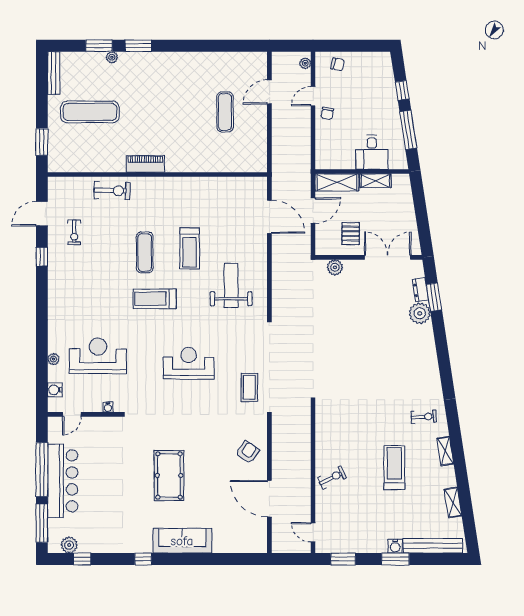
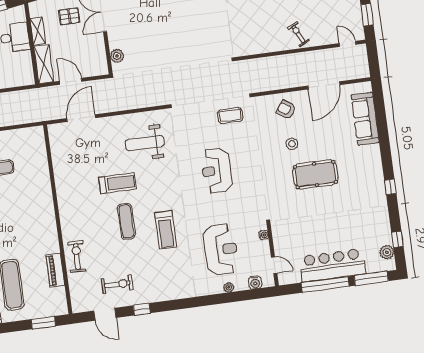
piano: (145, 164) -> (55, 270), moved
exercise bike: (74, 232) -> (117, 284), width x1.38, depth x1.39
pallet: (351, 234) -> (69, 16), moved
exercise mat: (145, 252) -> (126, 221), turned 90
treadmill: (155, 299) -> (166, 230), moved
reception desk: (98, 356) -> (221, 249), turned 180
stool: (208, 453) -> (292, 144), added
door: (313, 532) -> (348, 44), swing flipped
sofa: (182, 541) -> (365, 119), moved

